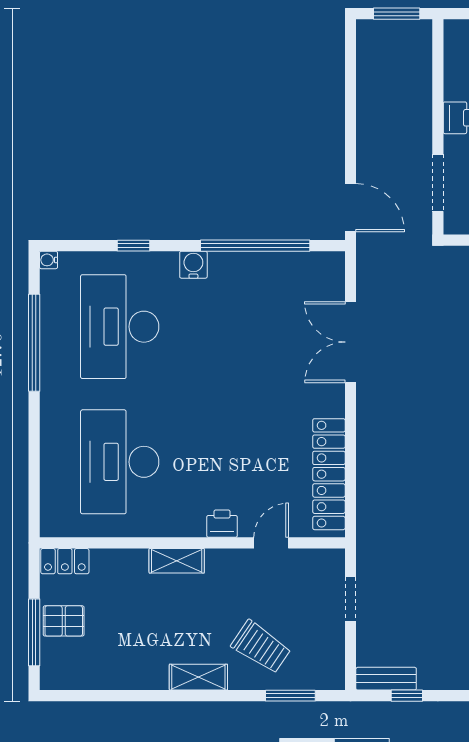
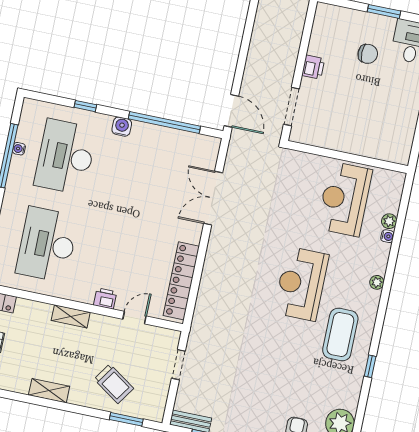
water cooler: (48, 260) -> (19, 149), moved
shelving: (198, 677) -> (49, 391), moved

